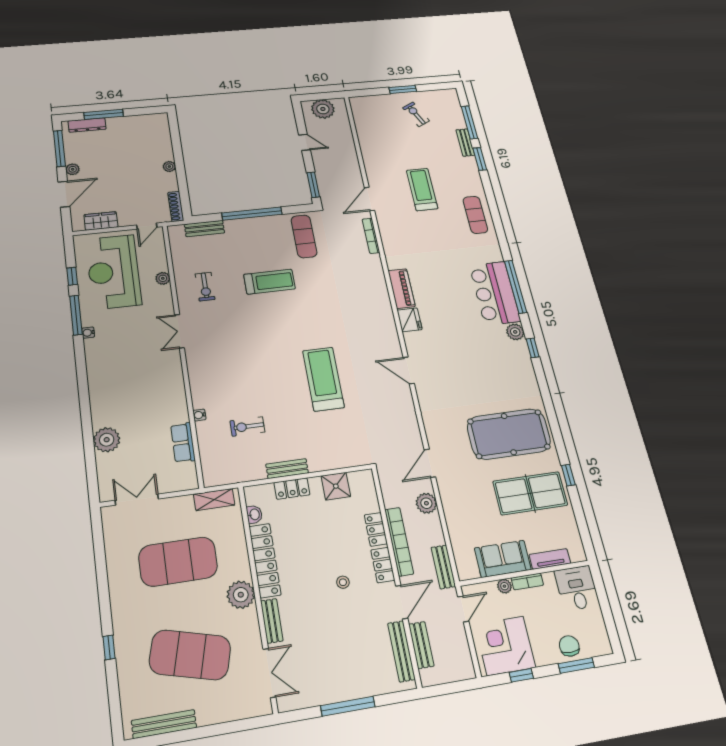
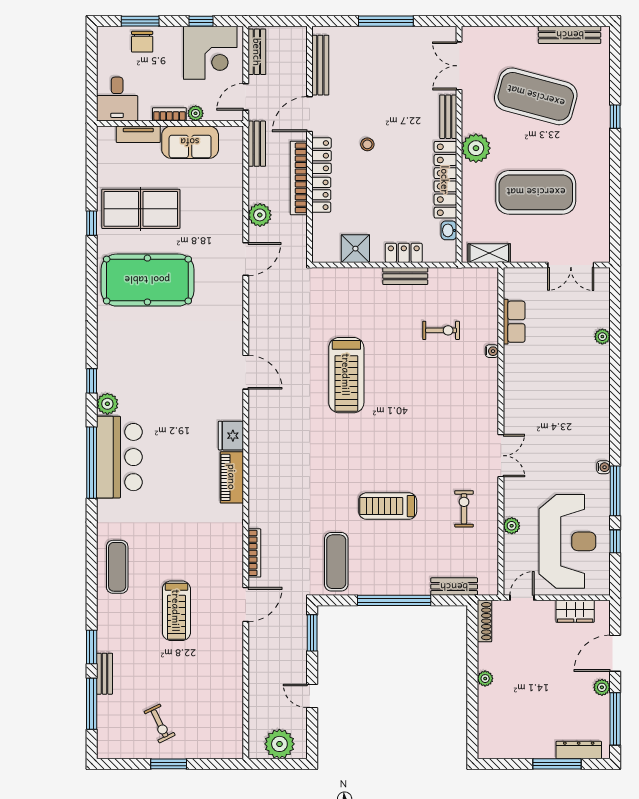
plant: (107, 440) -> (602, 337), width x0.53, depth x0.53
bench: (421, 645) -> (257, 52), moved

